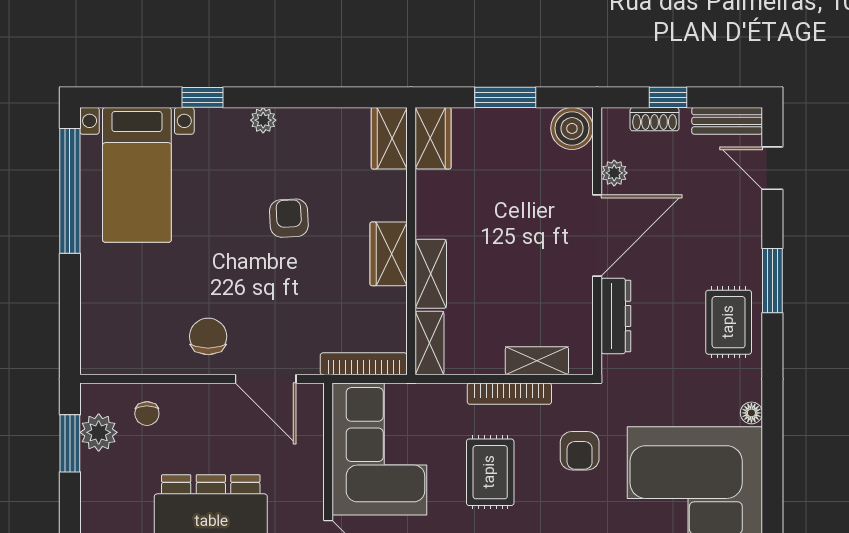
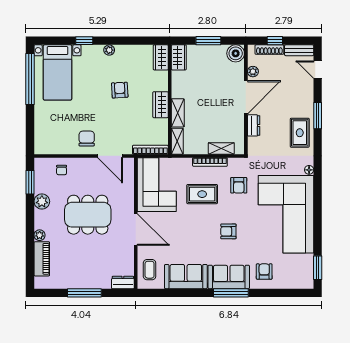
shoe rack: (655, 119) -> (269, 50), width x1.43
dresser: (616, 316) -> (254, 125), width x0.70
plant: (99, 432) -> (42, 201), moved
rug: (490, 472) -> (202, 194), turned 90

